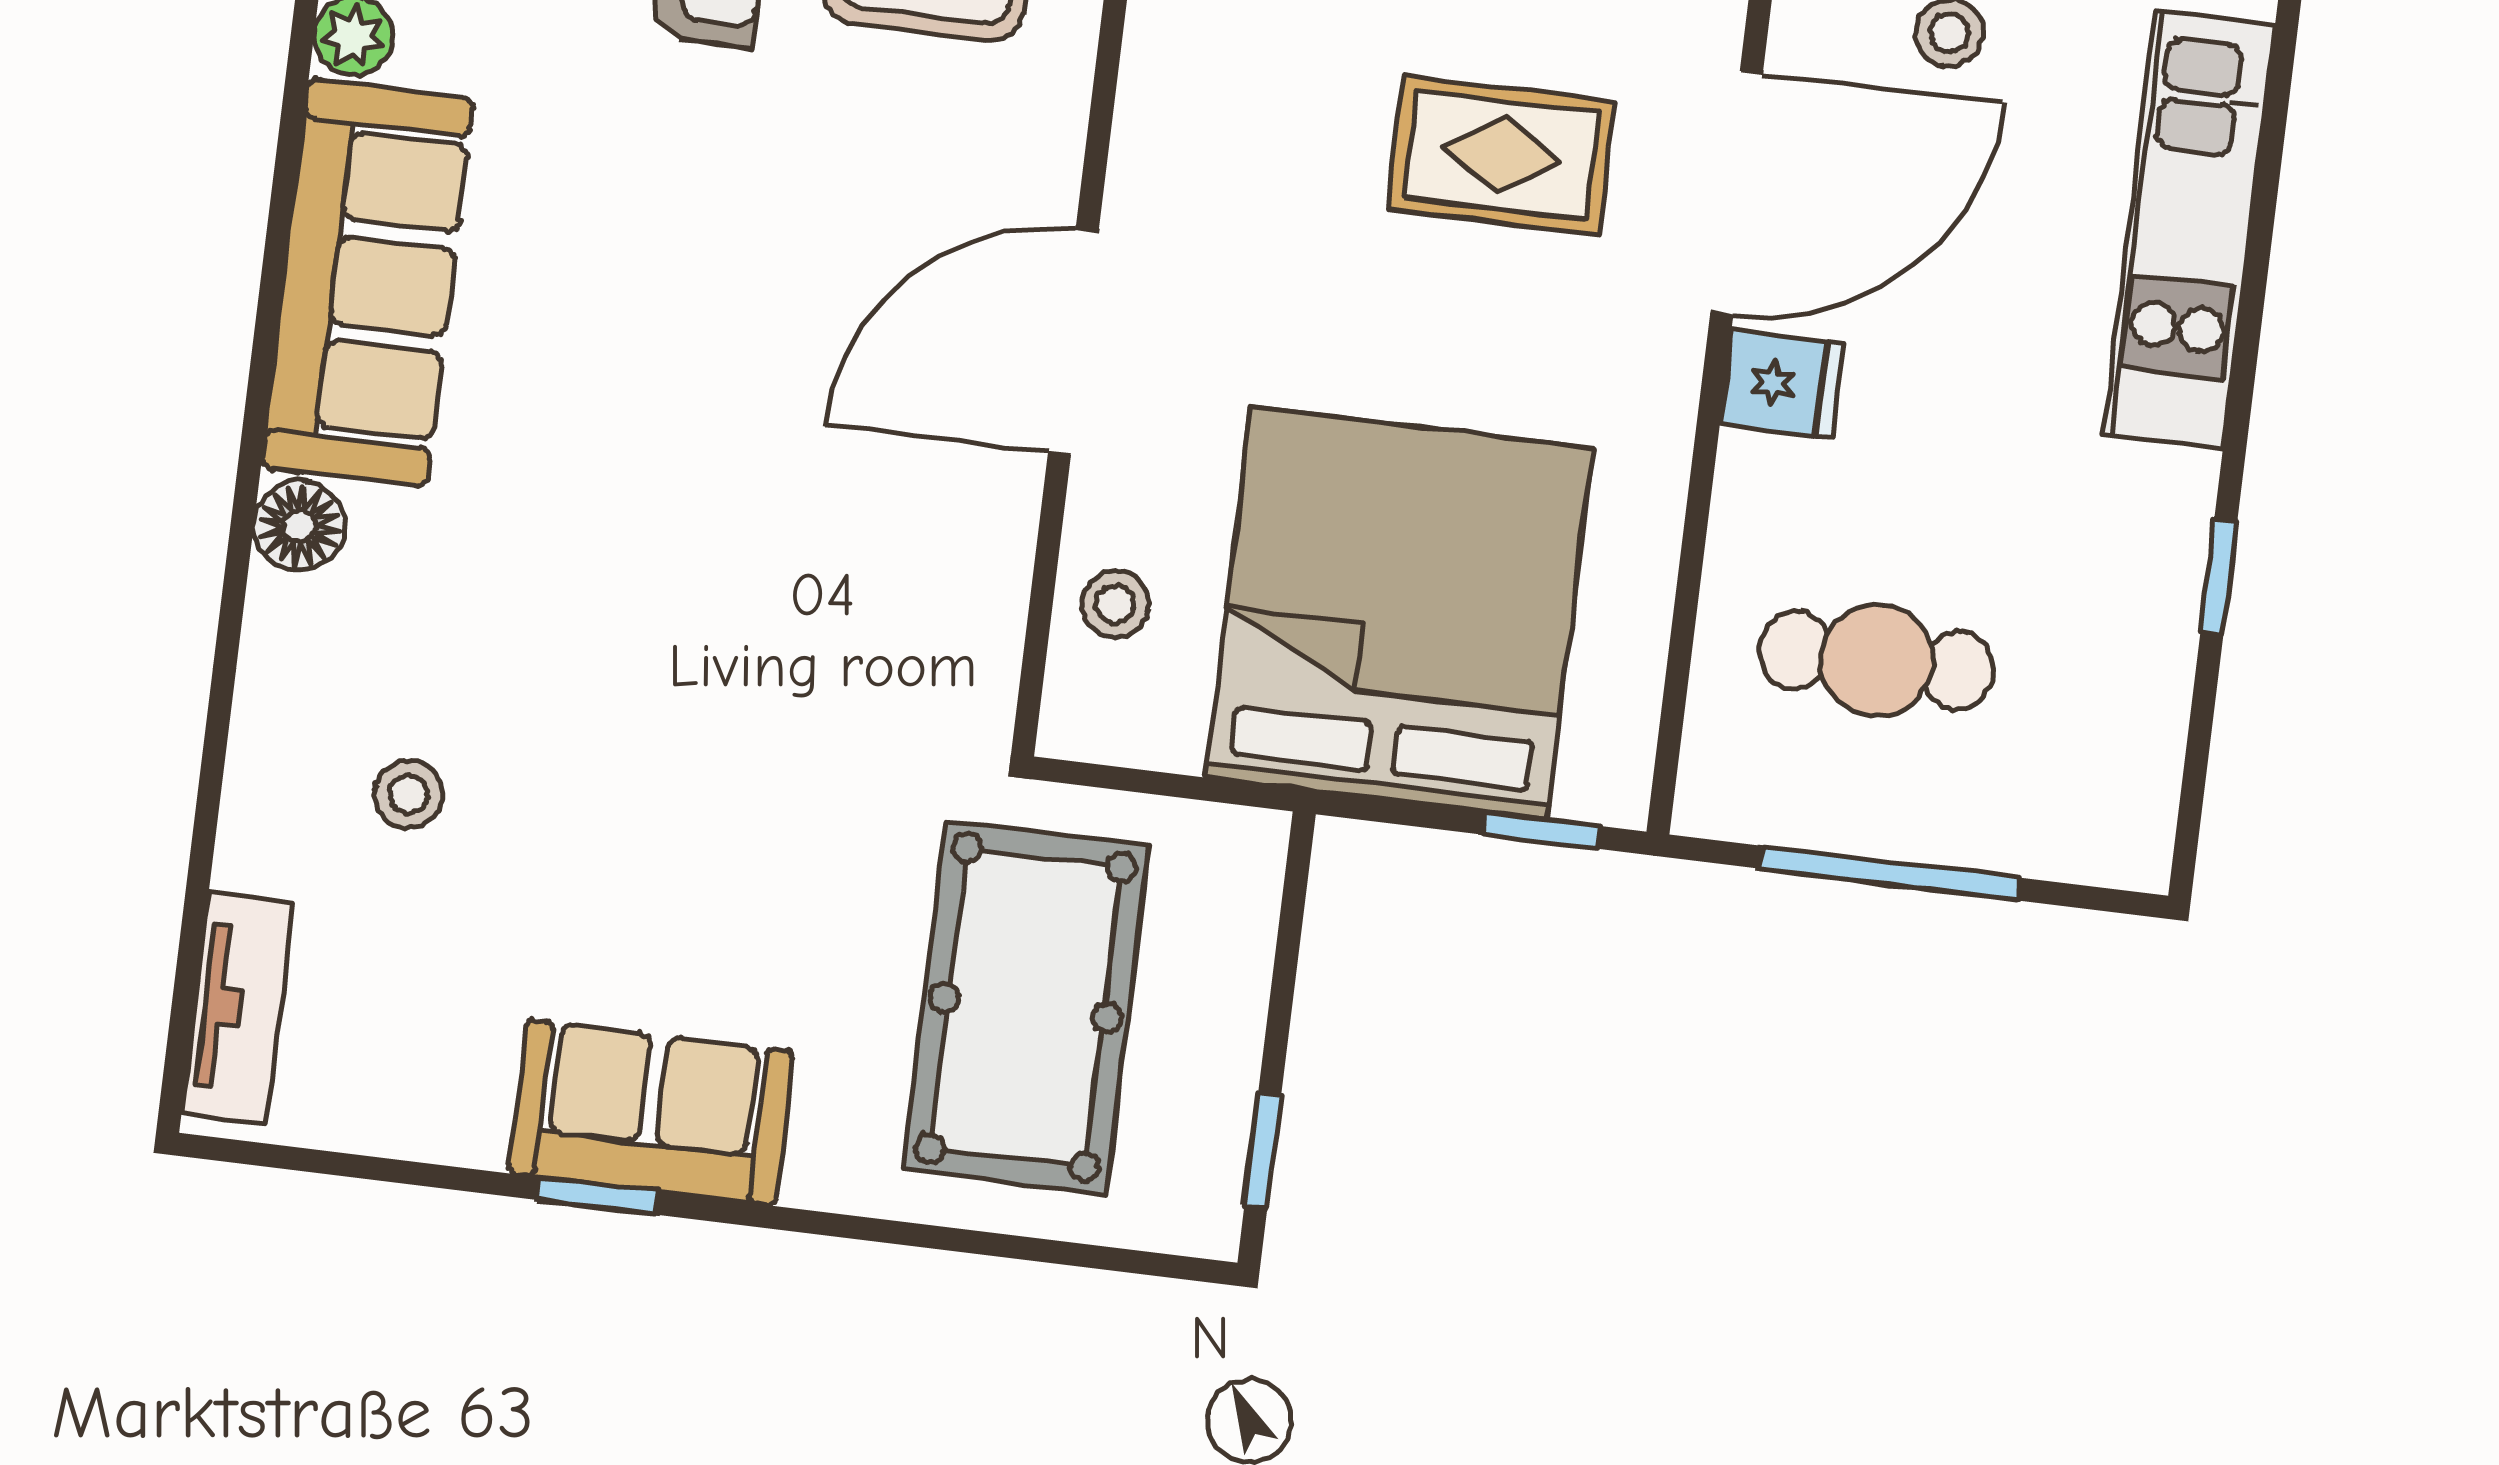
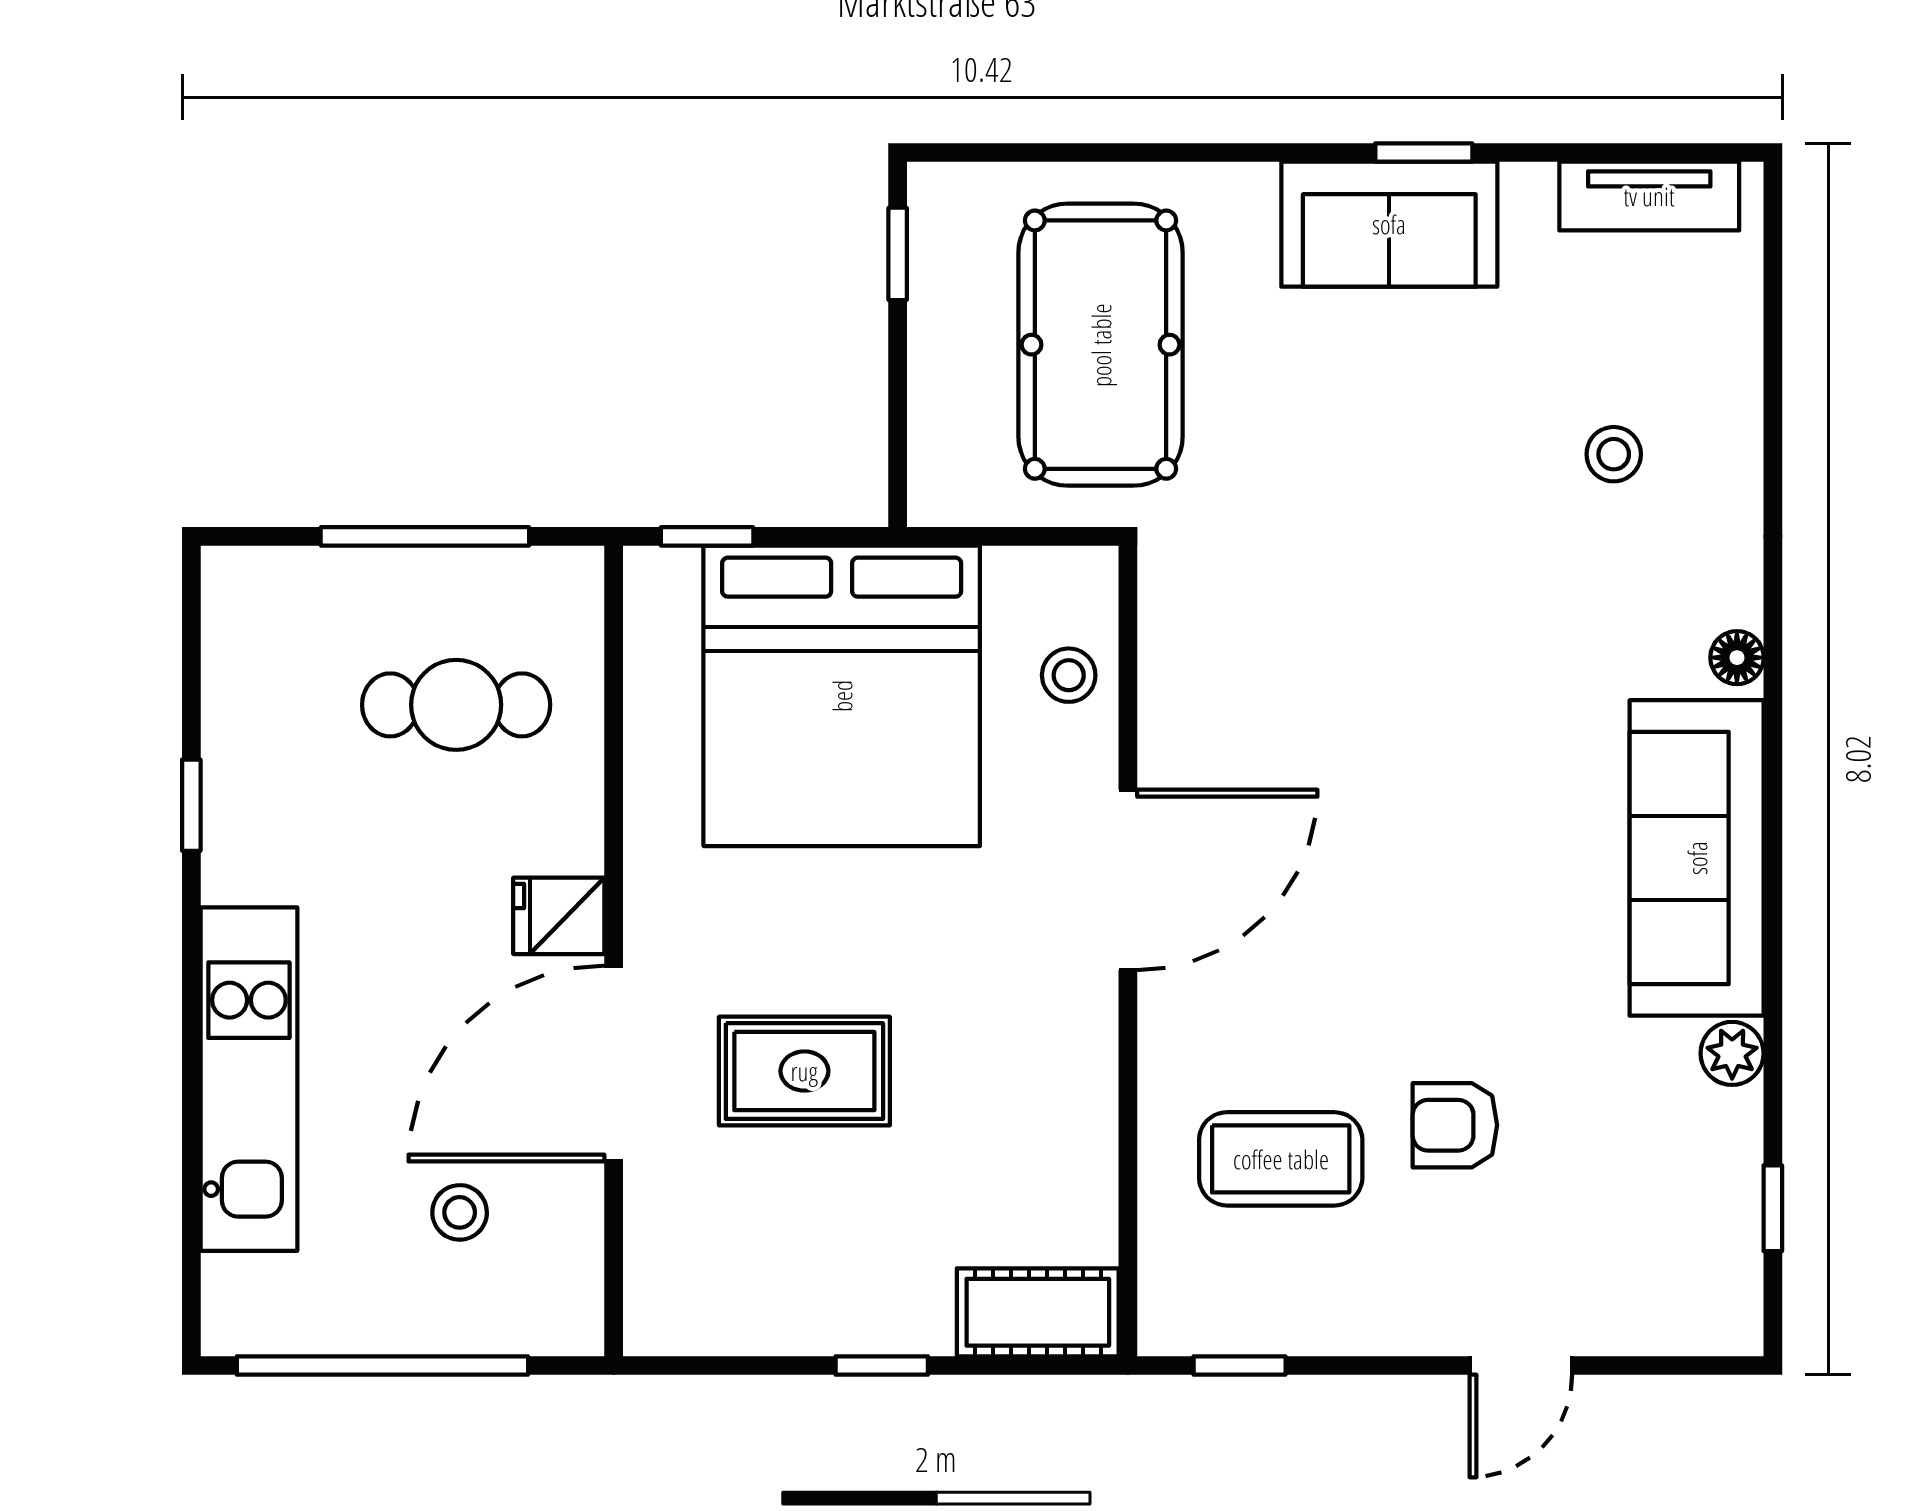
floor lamp: (299, 526) -> (1737, 658), width x0.73, depth x0.73
tv unit: (237, 1008) -> (1649, 196), moved, turned -90

